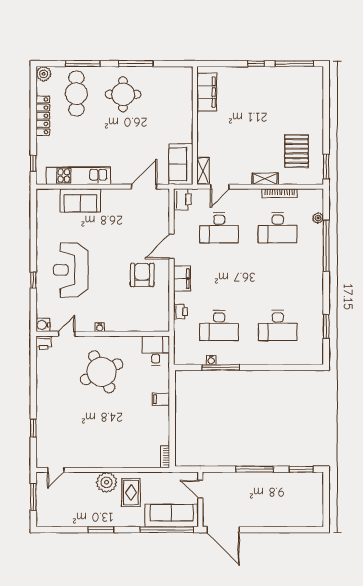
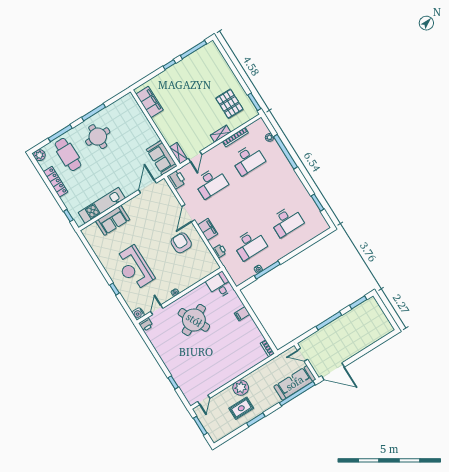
rug: (131, 493) -> (241, 408), moved, turned 90

